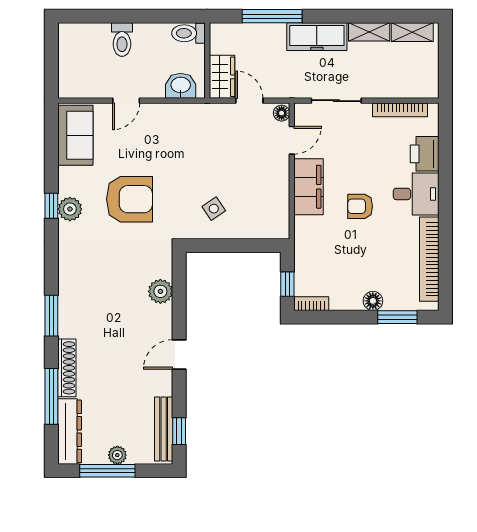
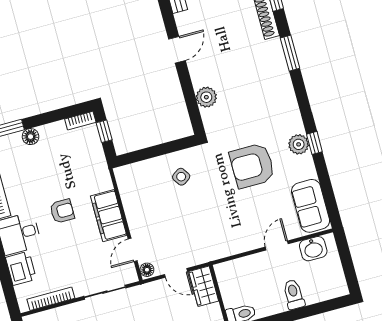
washbasin: (181, 86) -> (313, 249), moved

